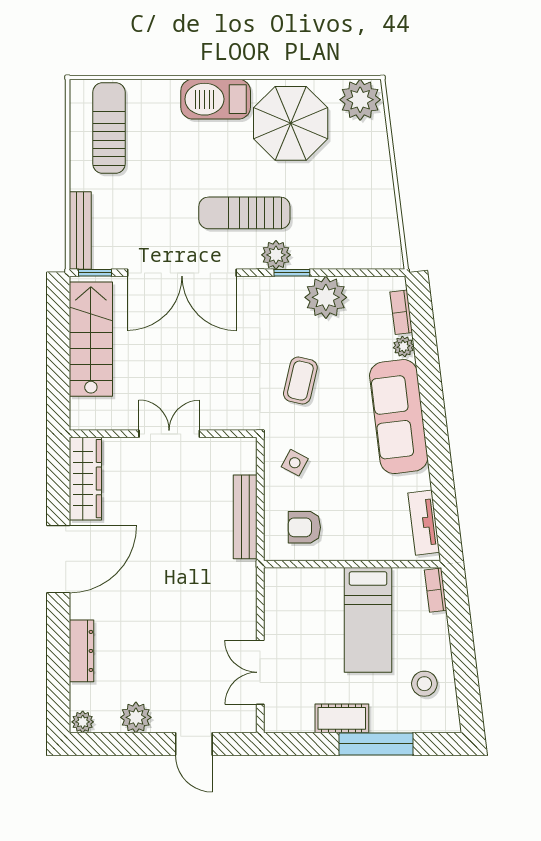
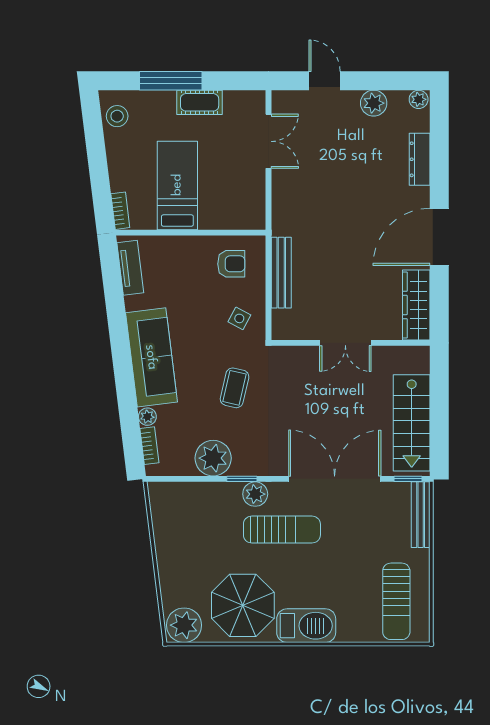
stool: (424, 684) -> (117, 116), moved

